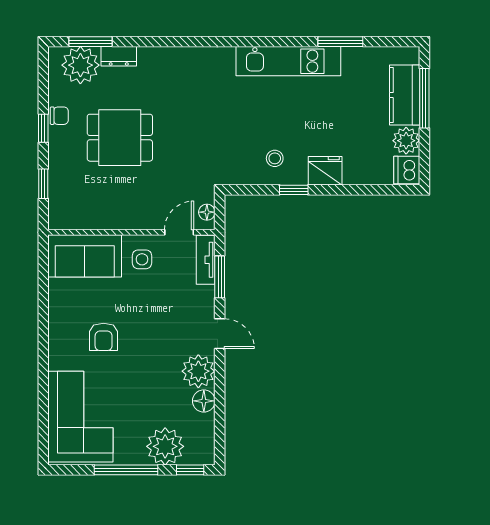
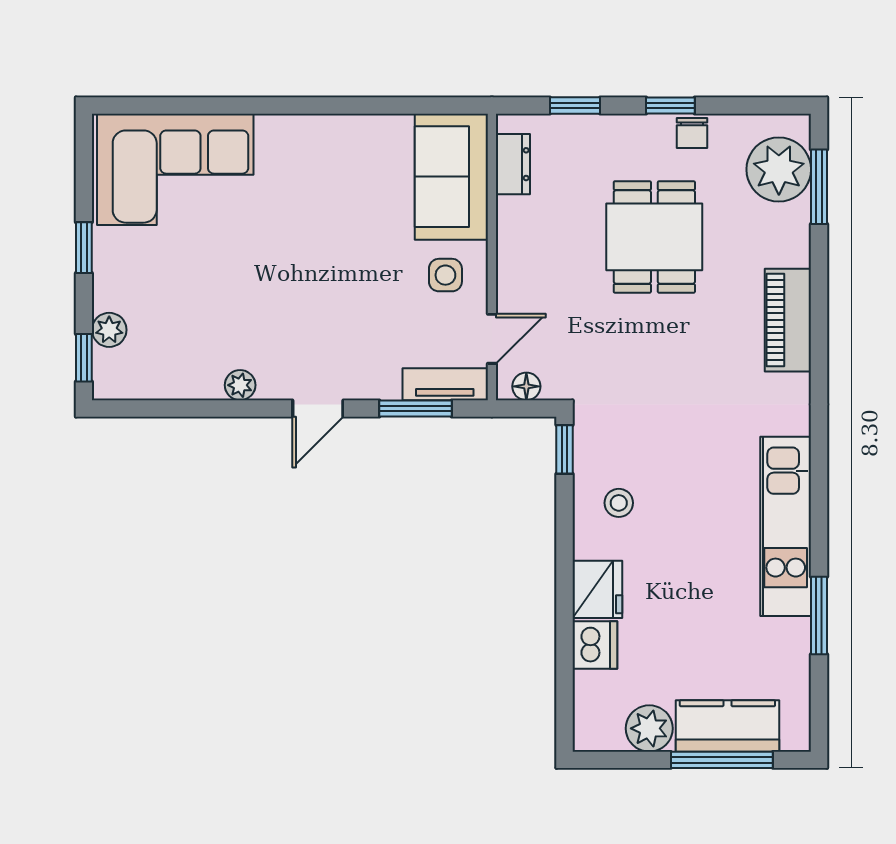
dresser: (119, 56) -> (513, 164), moved, turned 180
piano: (168, 60) -> (788, 320), added
dishwasher: (407, 170) -> (595, 645), moved, turned 90
window: (294, 190) -> (565, 449), moved
door: (179, 232) -> (492, 339), hinge flipped
armchair: (104, 337) -> (312, 209), removed
plant: (198, 371) -> (240, 385), width x0.53, depth x0.53
floor lamp: (204, 401) -> (202, 381), removed
plant: (165, 446) -> (109, 330), width x0.53, depth x0.53
window: (126, 470) -> (84, 248), width x0.46

